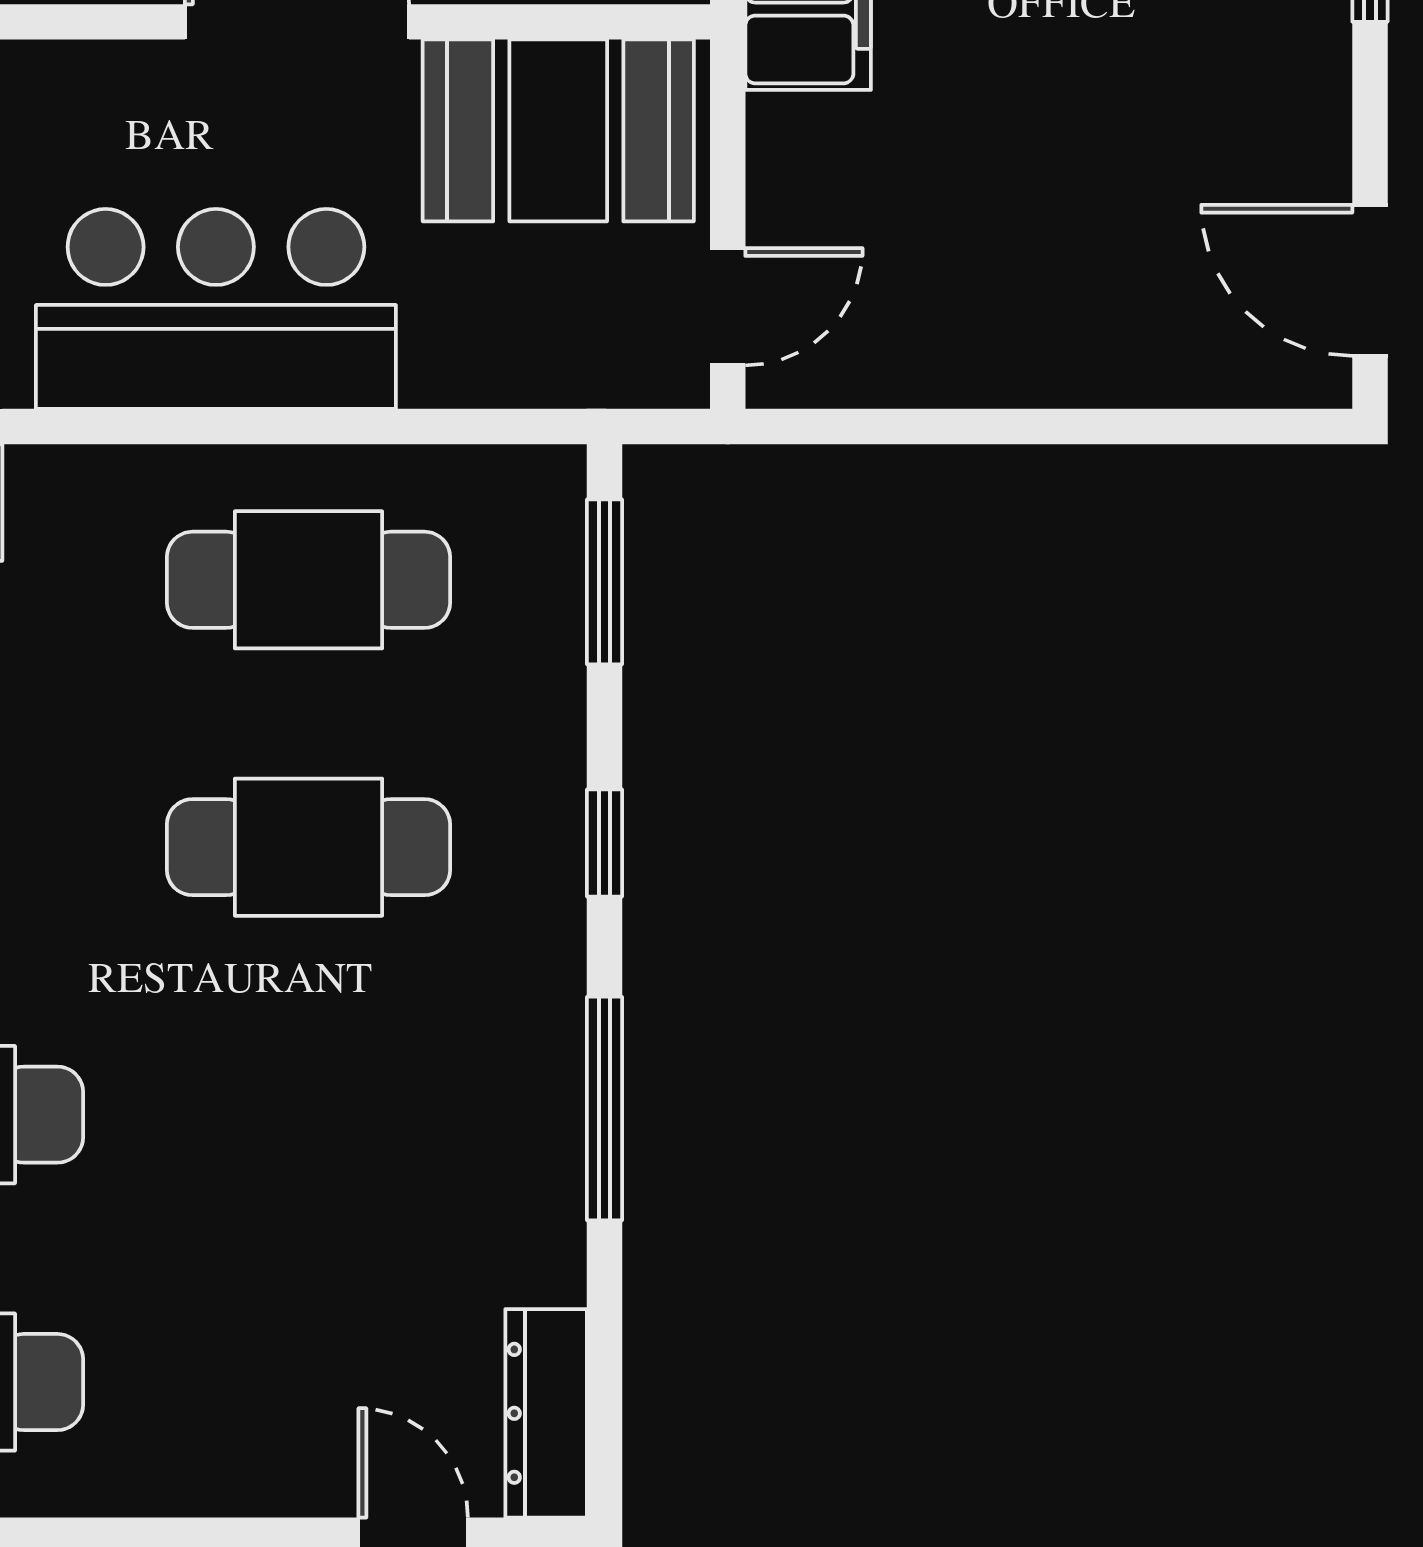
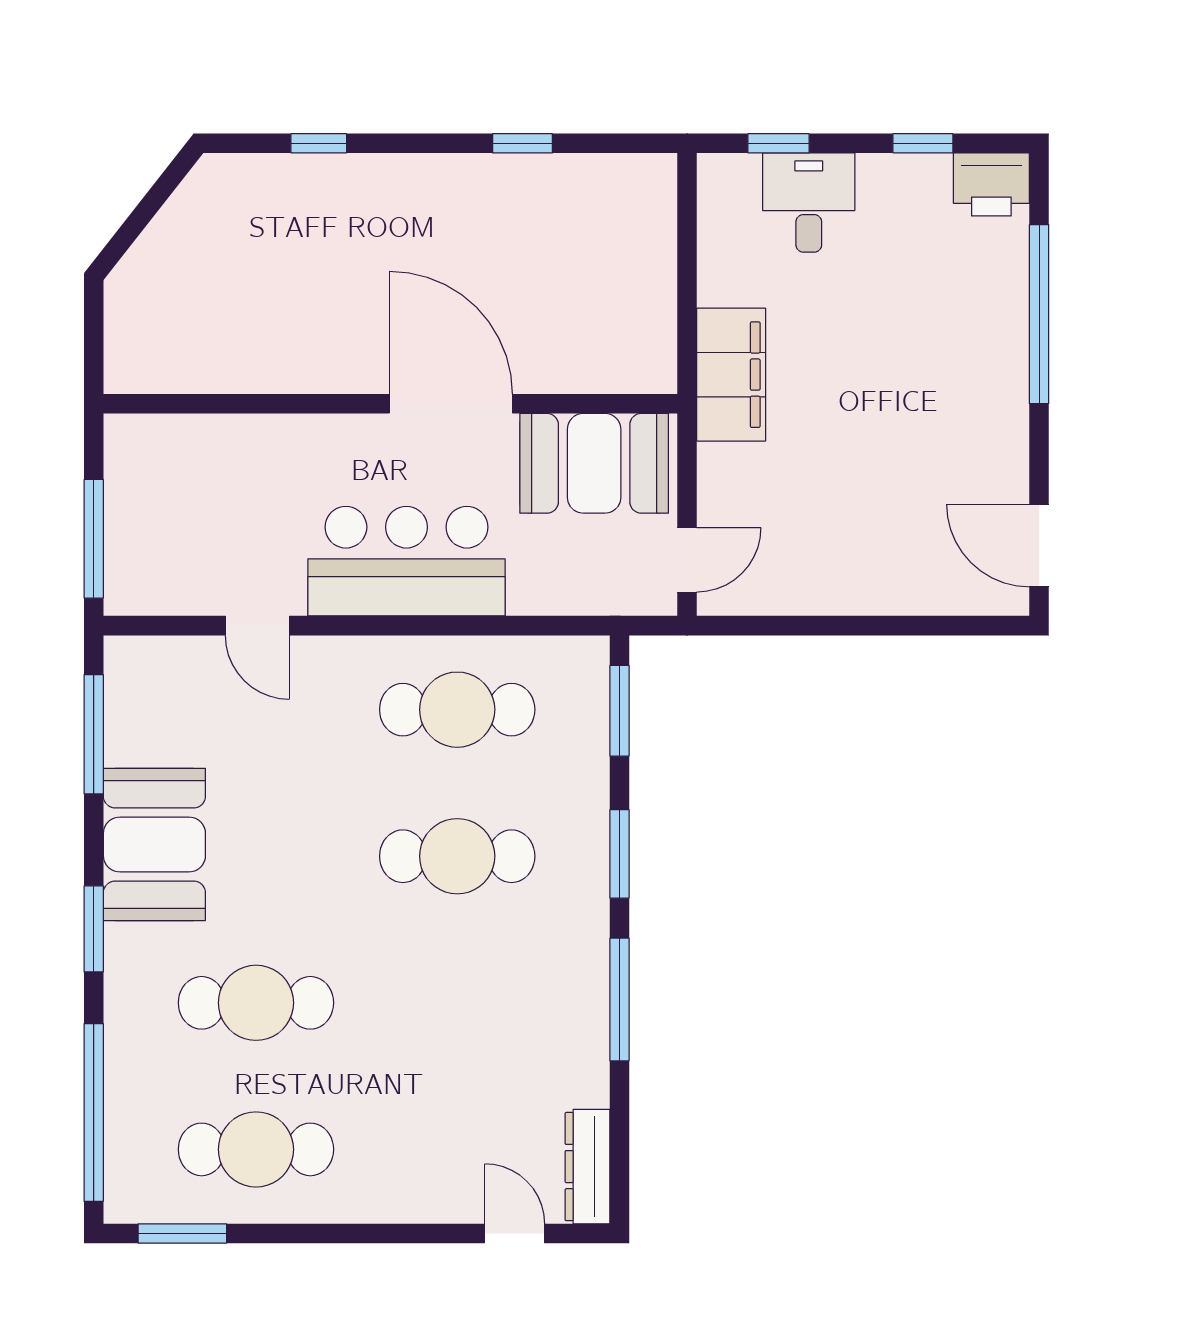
window: (604, 843) -> (619, 854), width x1.50

